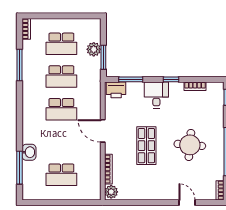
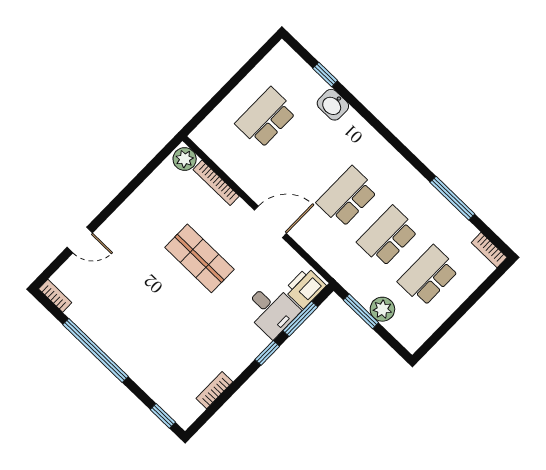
window: (171, 79) -> (267, 353), moved
desk: (156, 95) -> (271, 310), moved
round table: (190, 145) -> (148, 313), removed
window: (20, 168) -> (325, 74), width x0.46

